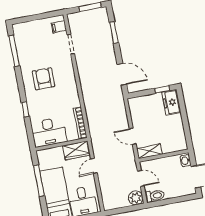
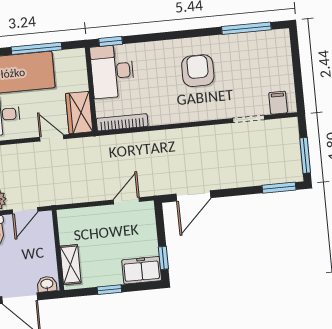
window: (114, 33) -> (279, 188), moved
armchair: (43, 79) -> (198, 71), turned -90
window: (25, 109) -> (111, 41), moved
window: (185, 121) -> (109, 290), added
door: (133, 136) -> (126, 201), moved
shelving: (149, 151) -> (70, 265), moved

